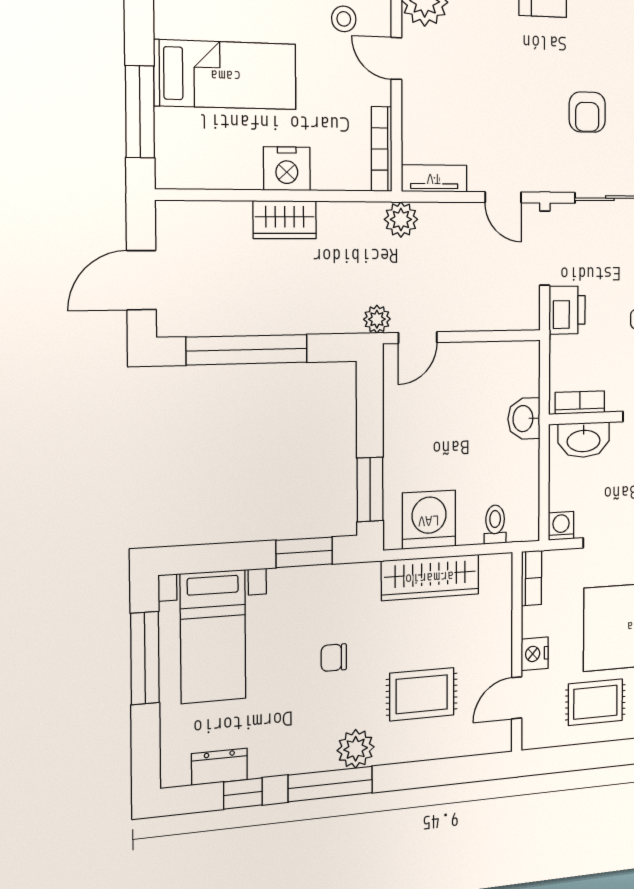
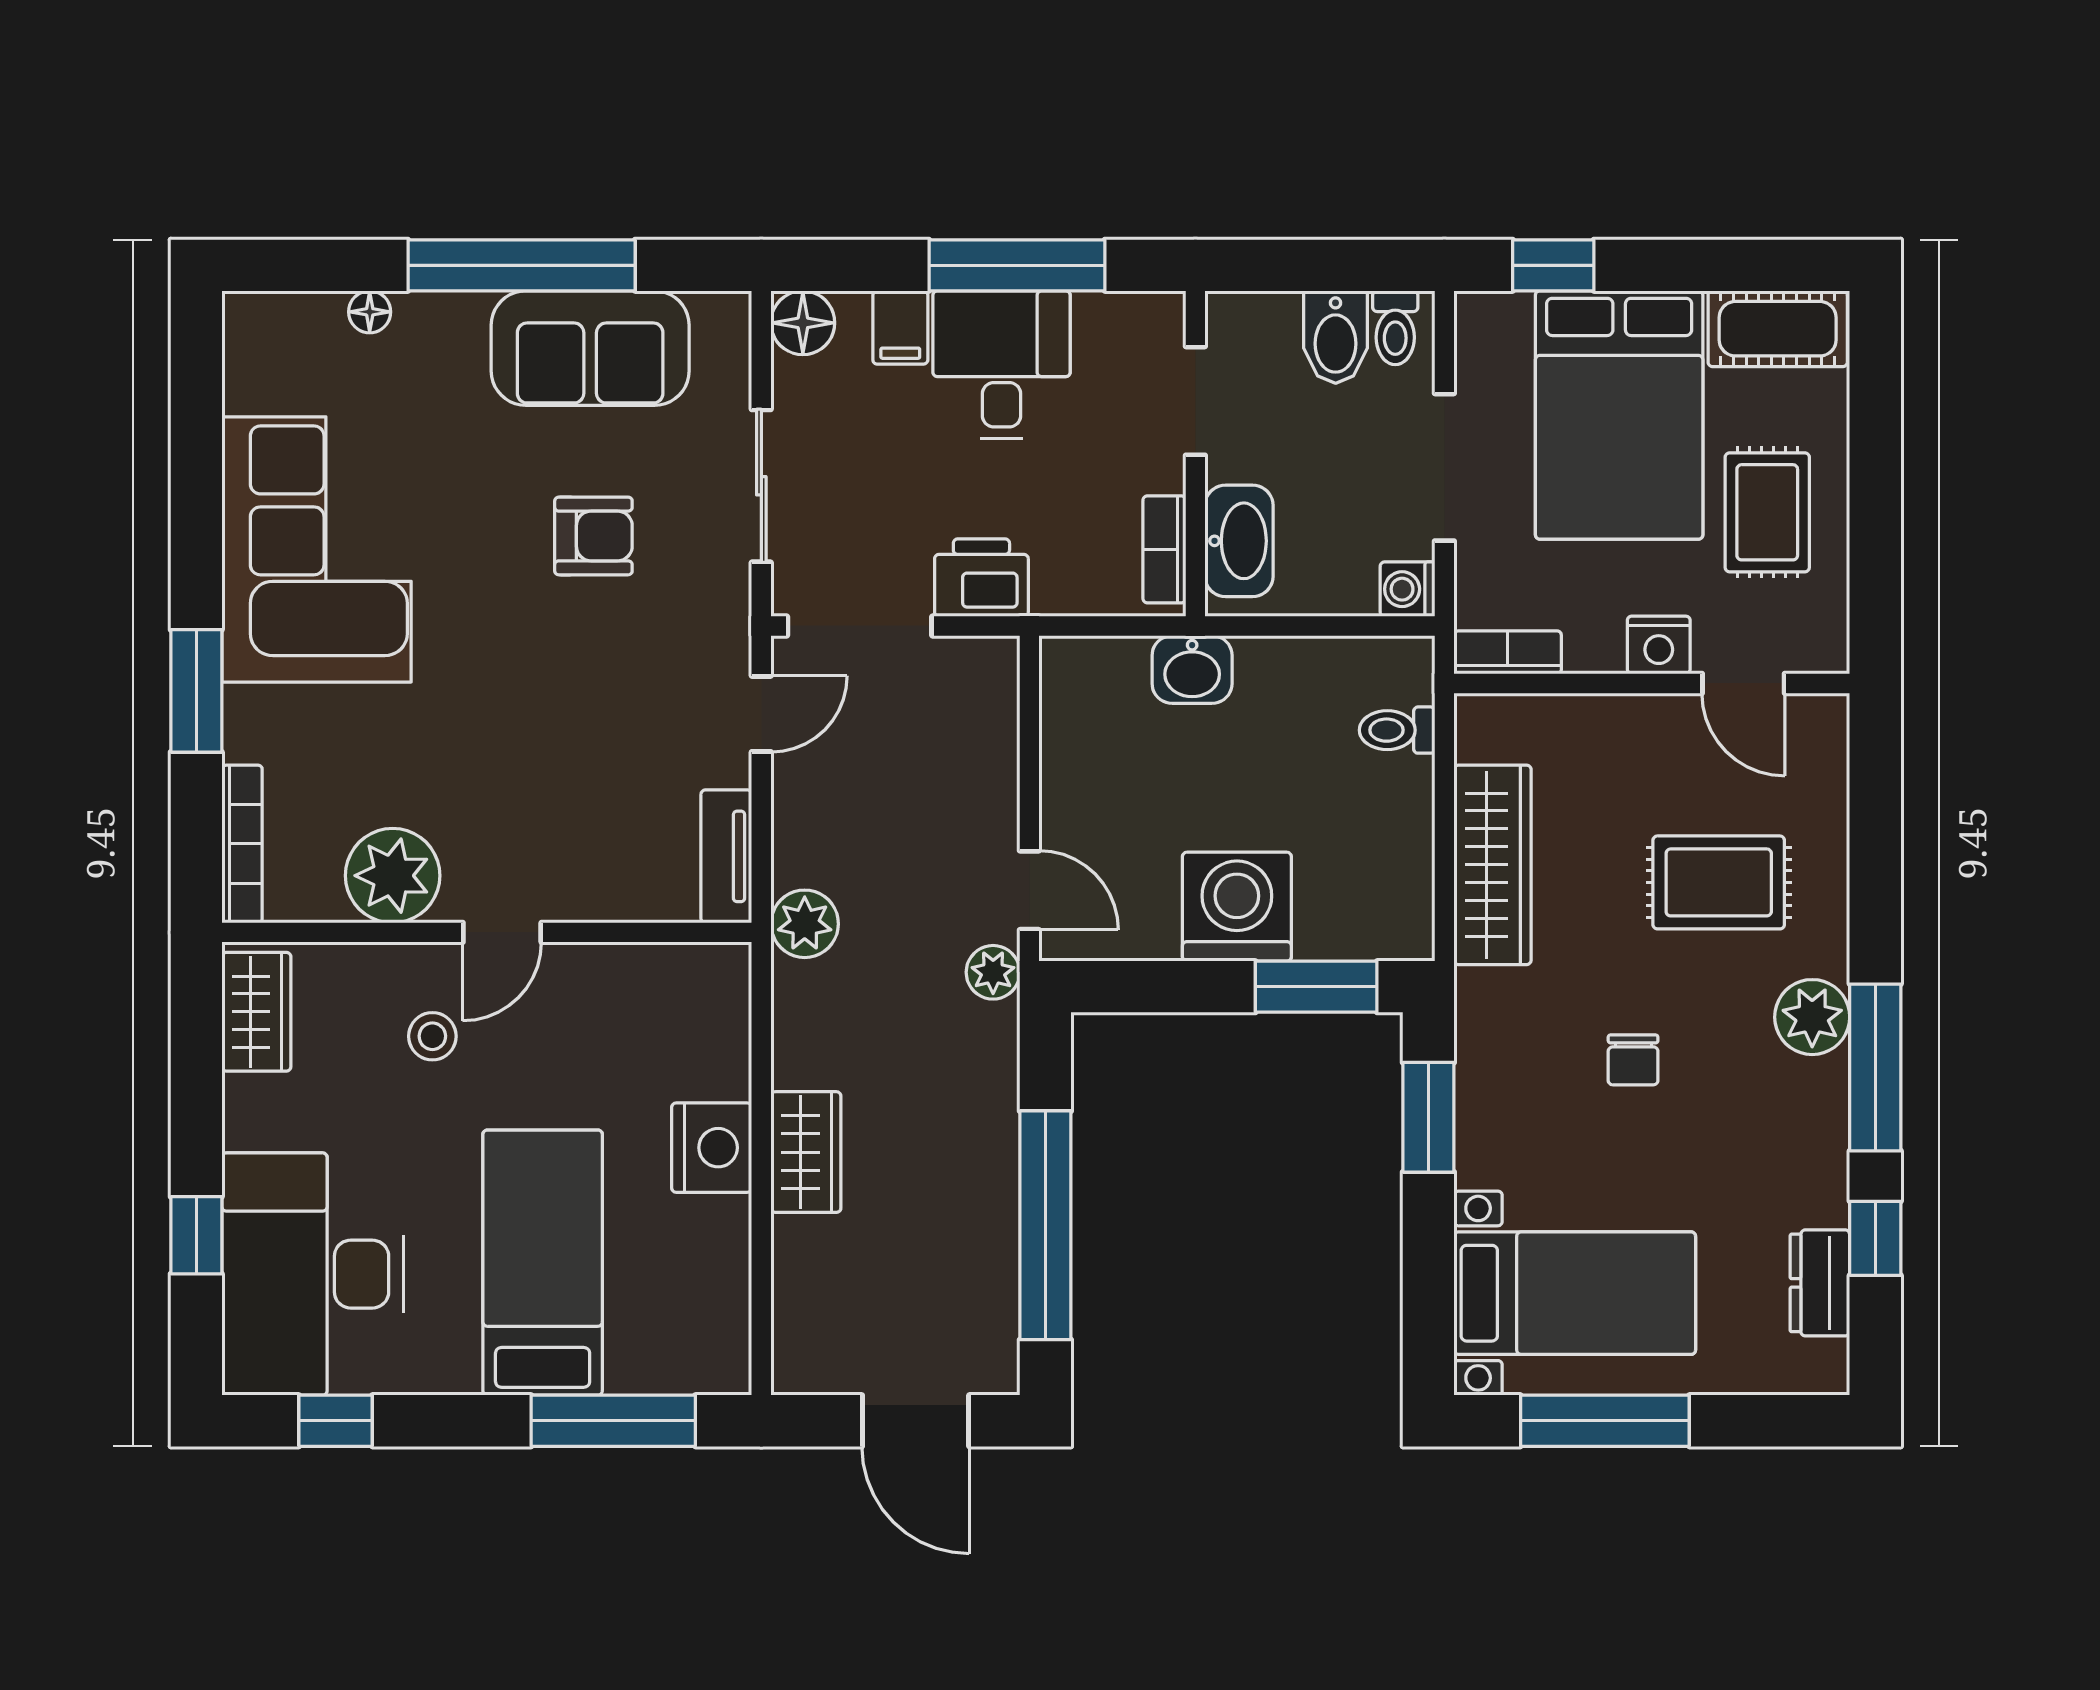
bookcase: (382, 149) -> (672, 962), removed
washing machine: (429, 520) -> (1237, 907), moved, turned 90
rug: (422, 694) -> (1719, 882), turned 90

